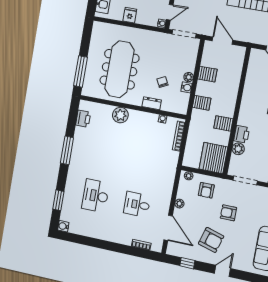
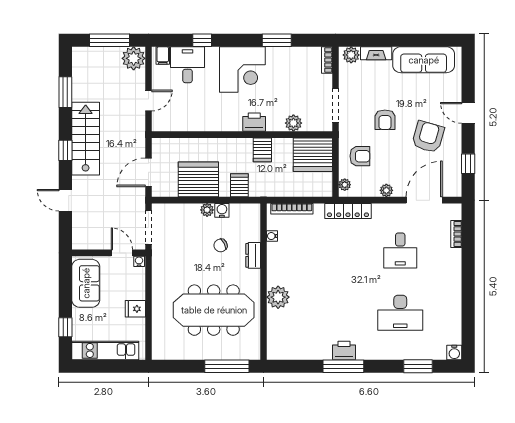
server rack: (207, 74) -> (198, 179), width x2.18, depth x1.44
printer: (83, 119) -> (344, 350), moved
printer: (242, 134) -> (254, 122), moved
locker: (170, 174) -> (348, 211), added

